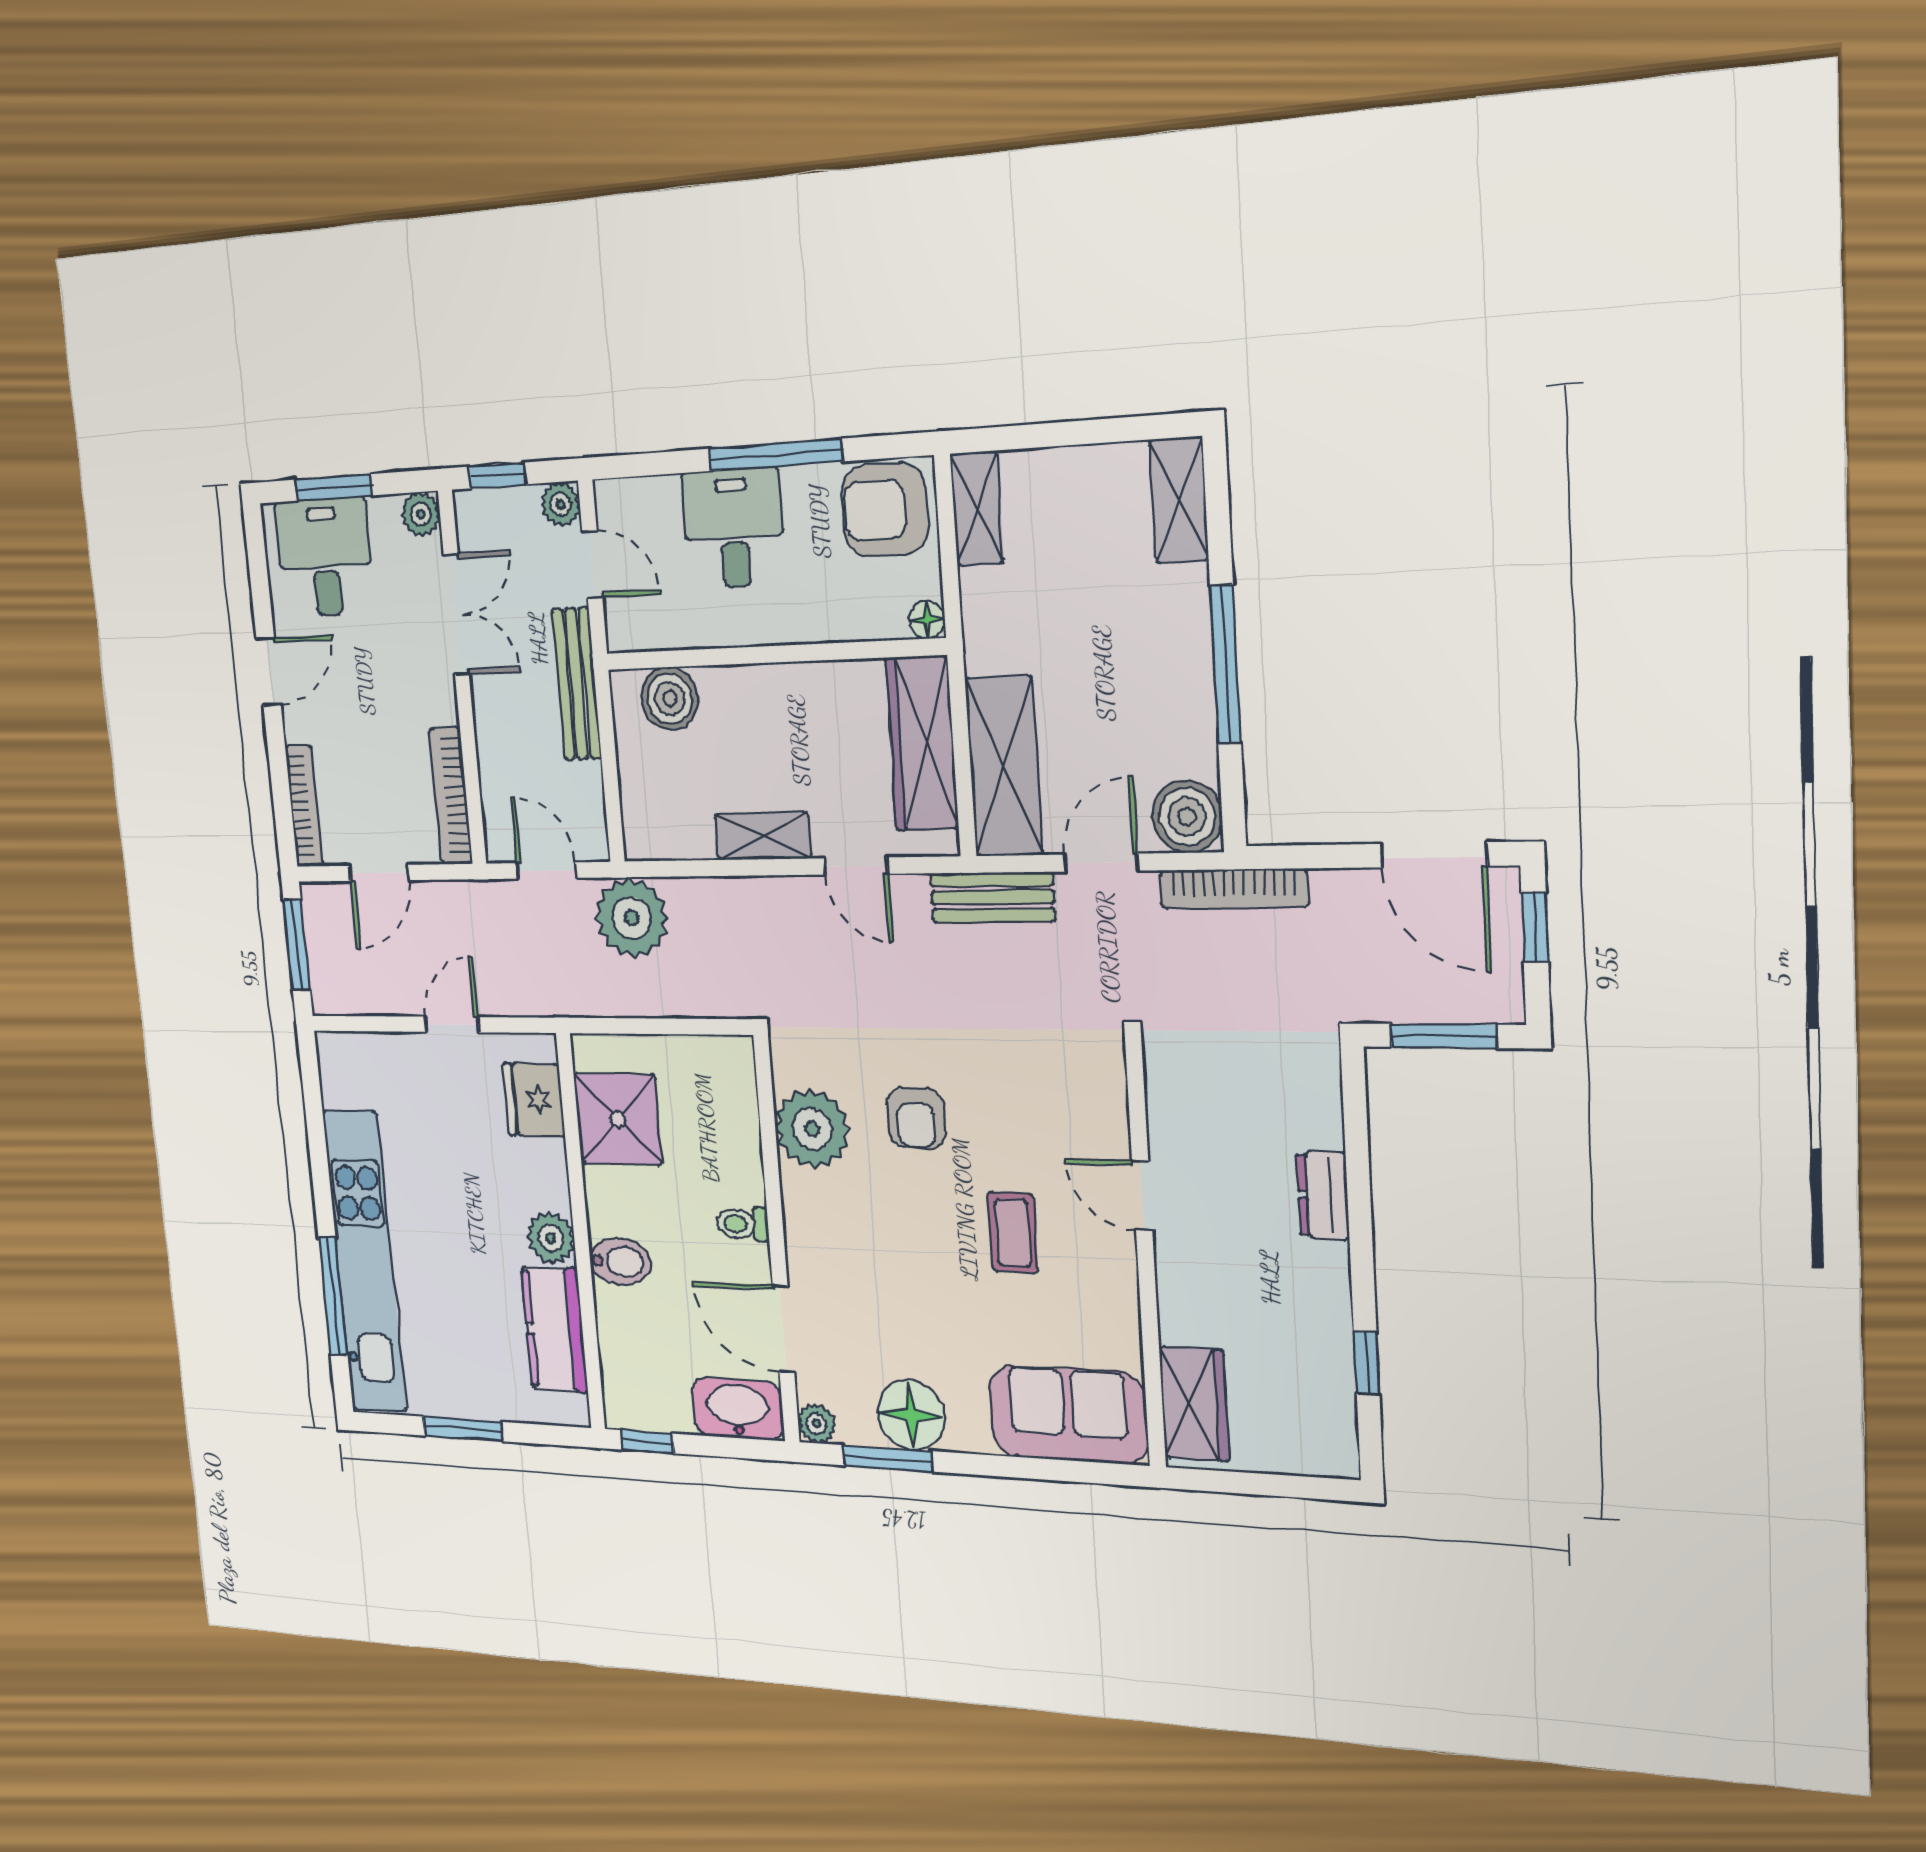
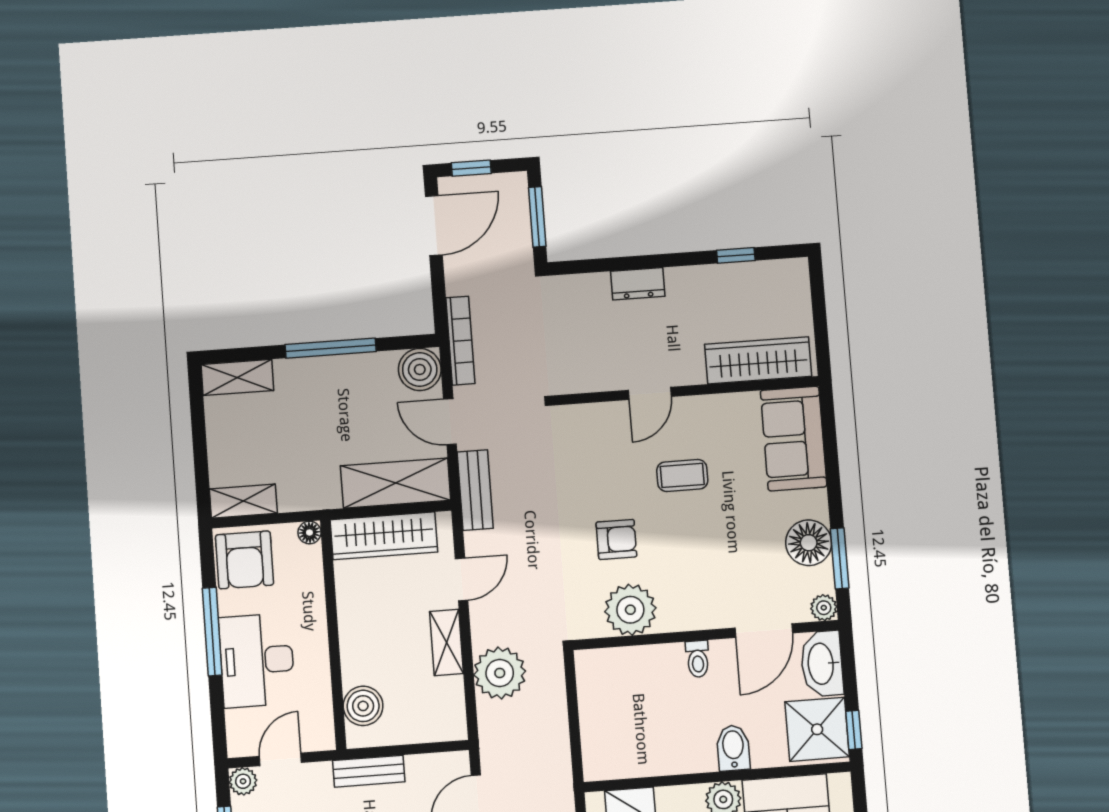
desk: (734, 529) -> (257, 660), width x1.37
bench: (577, 684) -> (369, 771), width x0.73
plant: (631, 918) -> (500, 673), moved
shower: (618, 1119) -> (817, 729), moved
wardrobe: (1194, 1404) -> (758, 360), width x1.50

